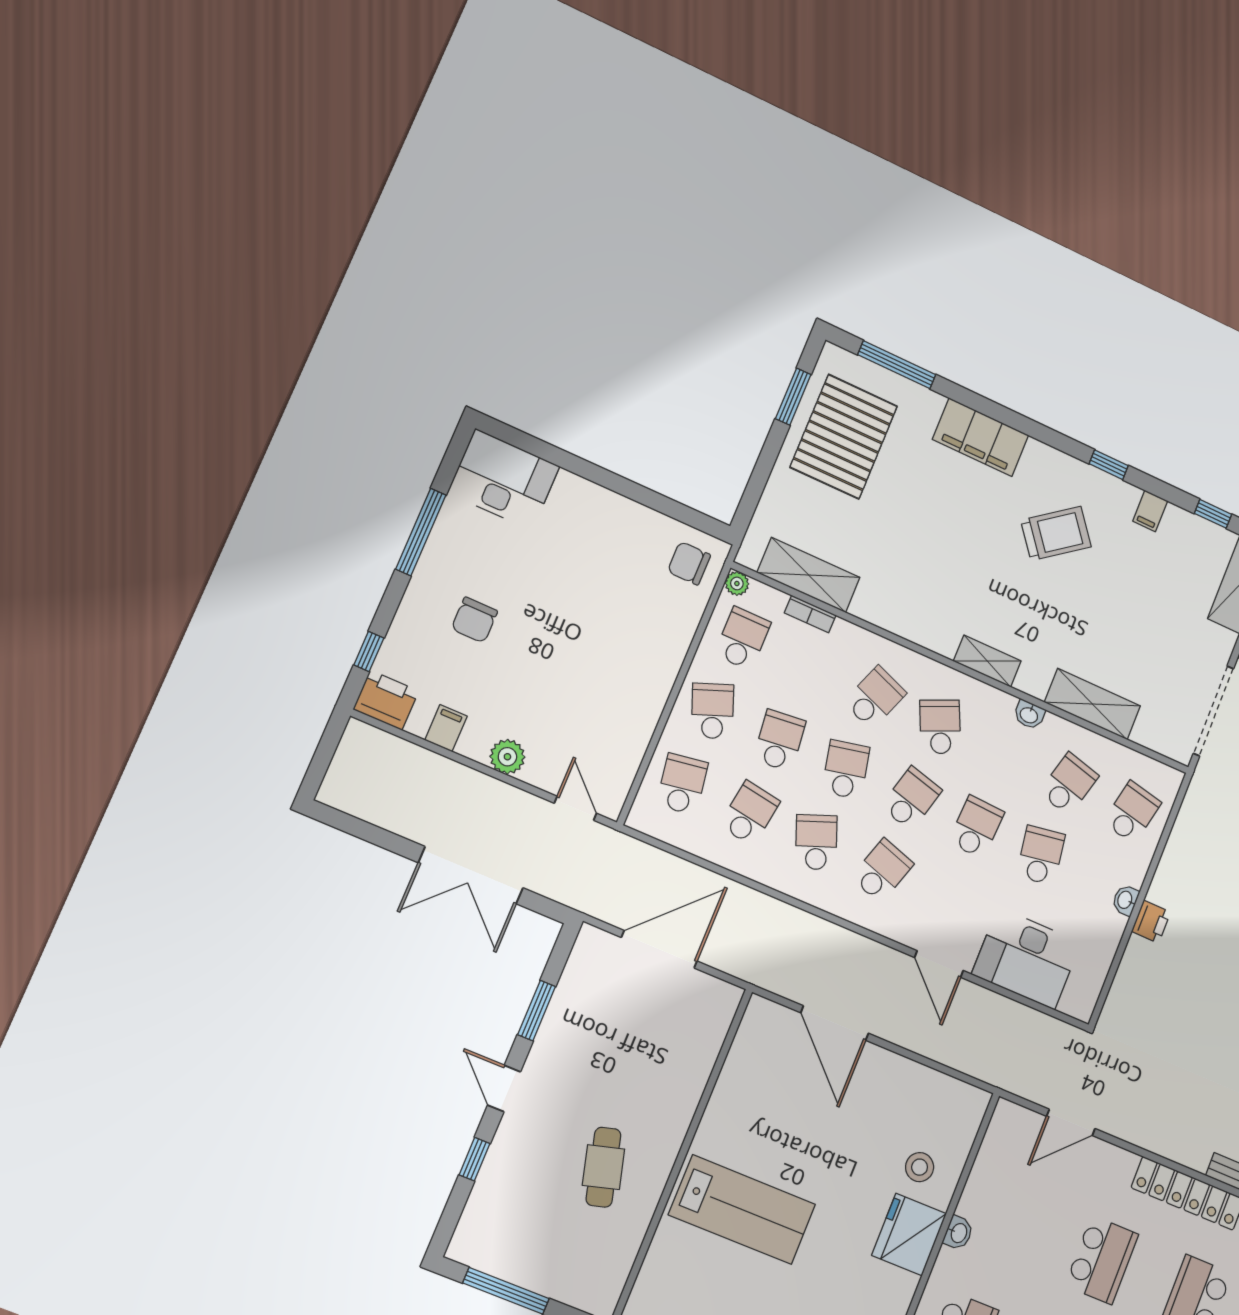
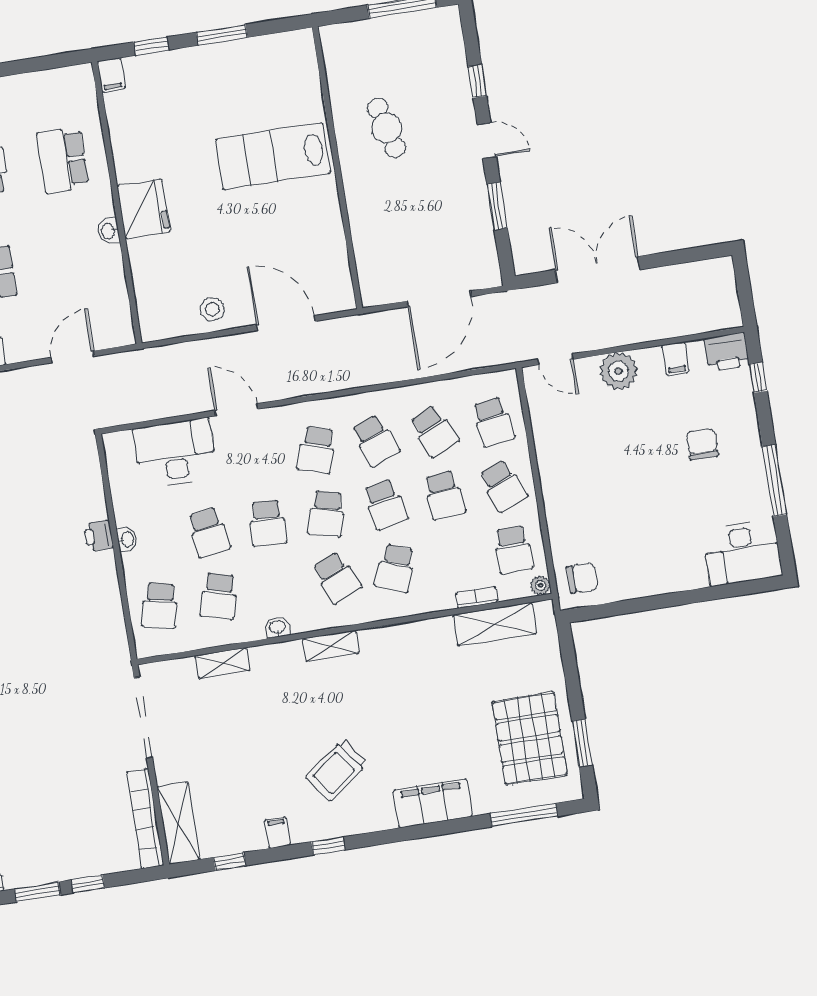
shelving: (1092, 704) -> (222, 663), width x0.67, depth x0.75
plant: (507, 757) -> (619, 371), width x1.36, depth x1.36
school desk: (750, 813) -> (434, 431), turned -33
stool: (920, 1167) -> (212, 309), moved

